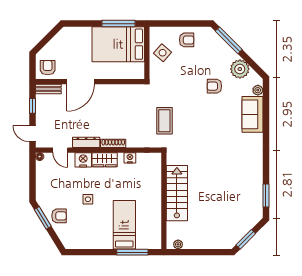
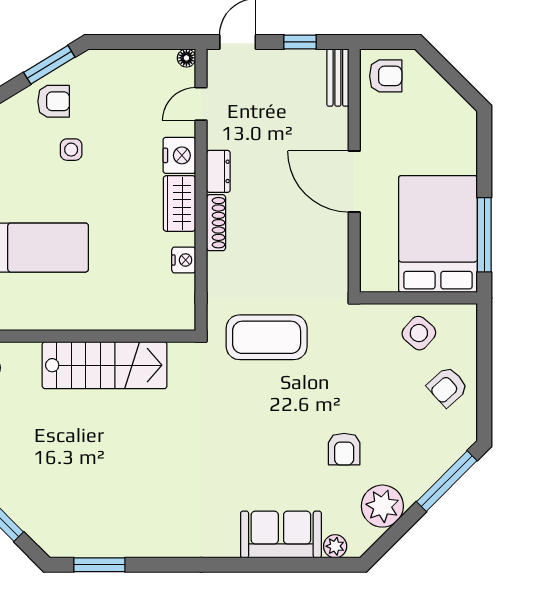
armchair: (187, 40) -> (447, 387), turned 48
door: (81, 82) -> (354, 181), moved
armchair: (214, 86) -> (344, 449), turned 180
coffee table: (164, 121) -> (267, 337), width x1.36, depth x1.32
dresser: (86, 142) -> (218, 171), width x0.70
side table: (88, 199) -> (71, 150), moved
armchair: (59, 216) -> (54, 101), turned -90

